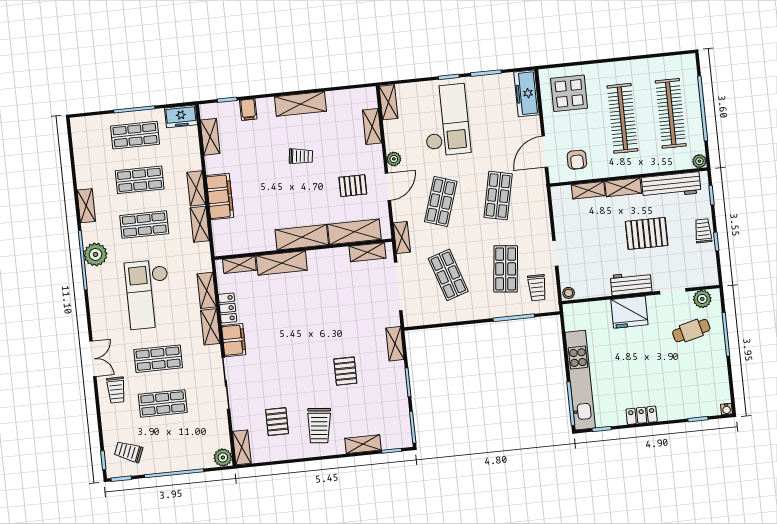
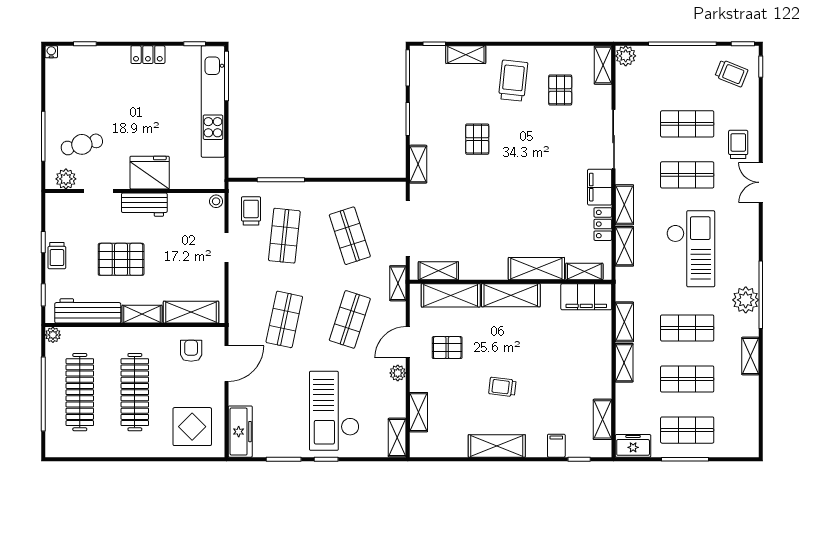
shelving: (588, 190) -> (191, 312), width x1.50, depth x1.33
filing cabinet: (220, 197) -> (586, 297), moved, turned -90

